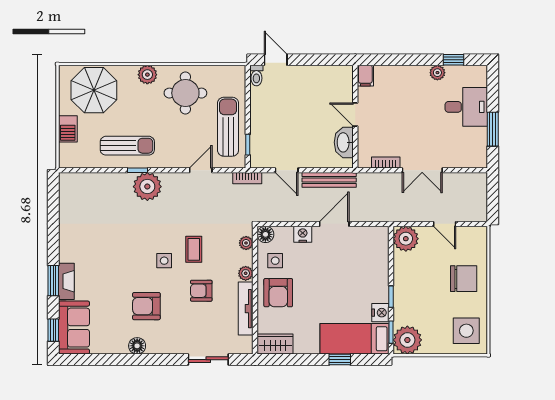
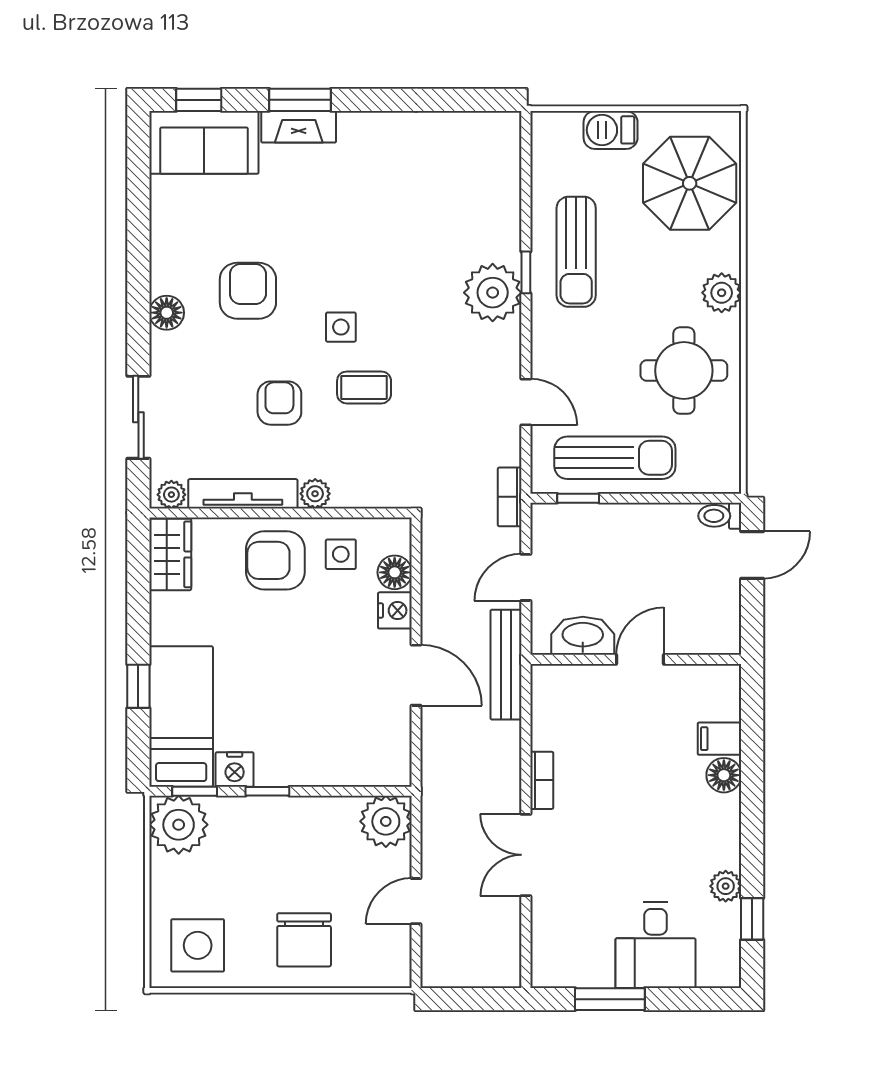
floor lamp: (383, 73) -> (724, 775), added
door: (355, 114) -> (640, 659), moved
wall: (355, 117) -> (636, 659), moved
washbasin: (344, 142) -> (583, 636), moved
floor lamp: (265, 234) -> (395, 572), moved
plant: (246, 243) -> (171, 495), moved
floor lamp: (137, 346) -> (167, 313), moved

